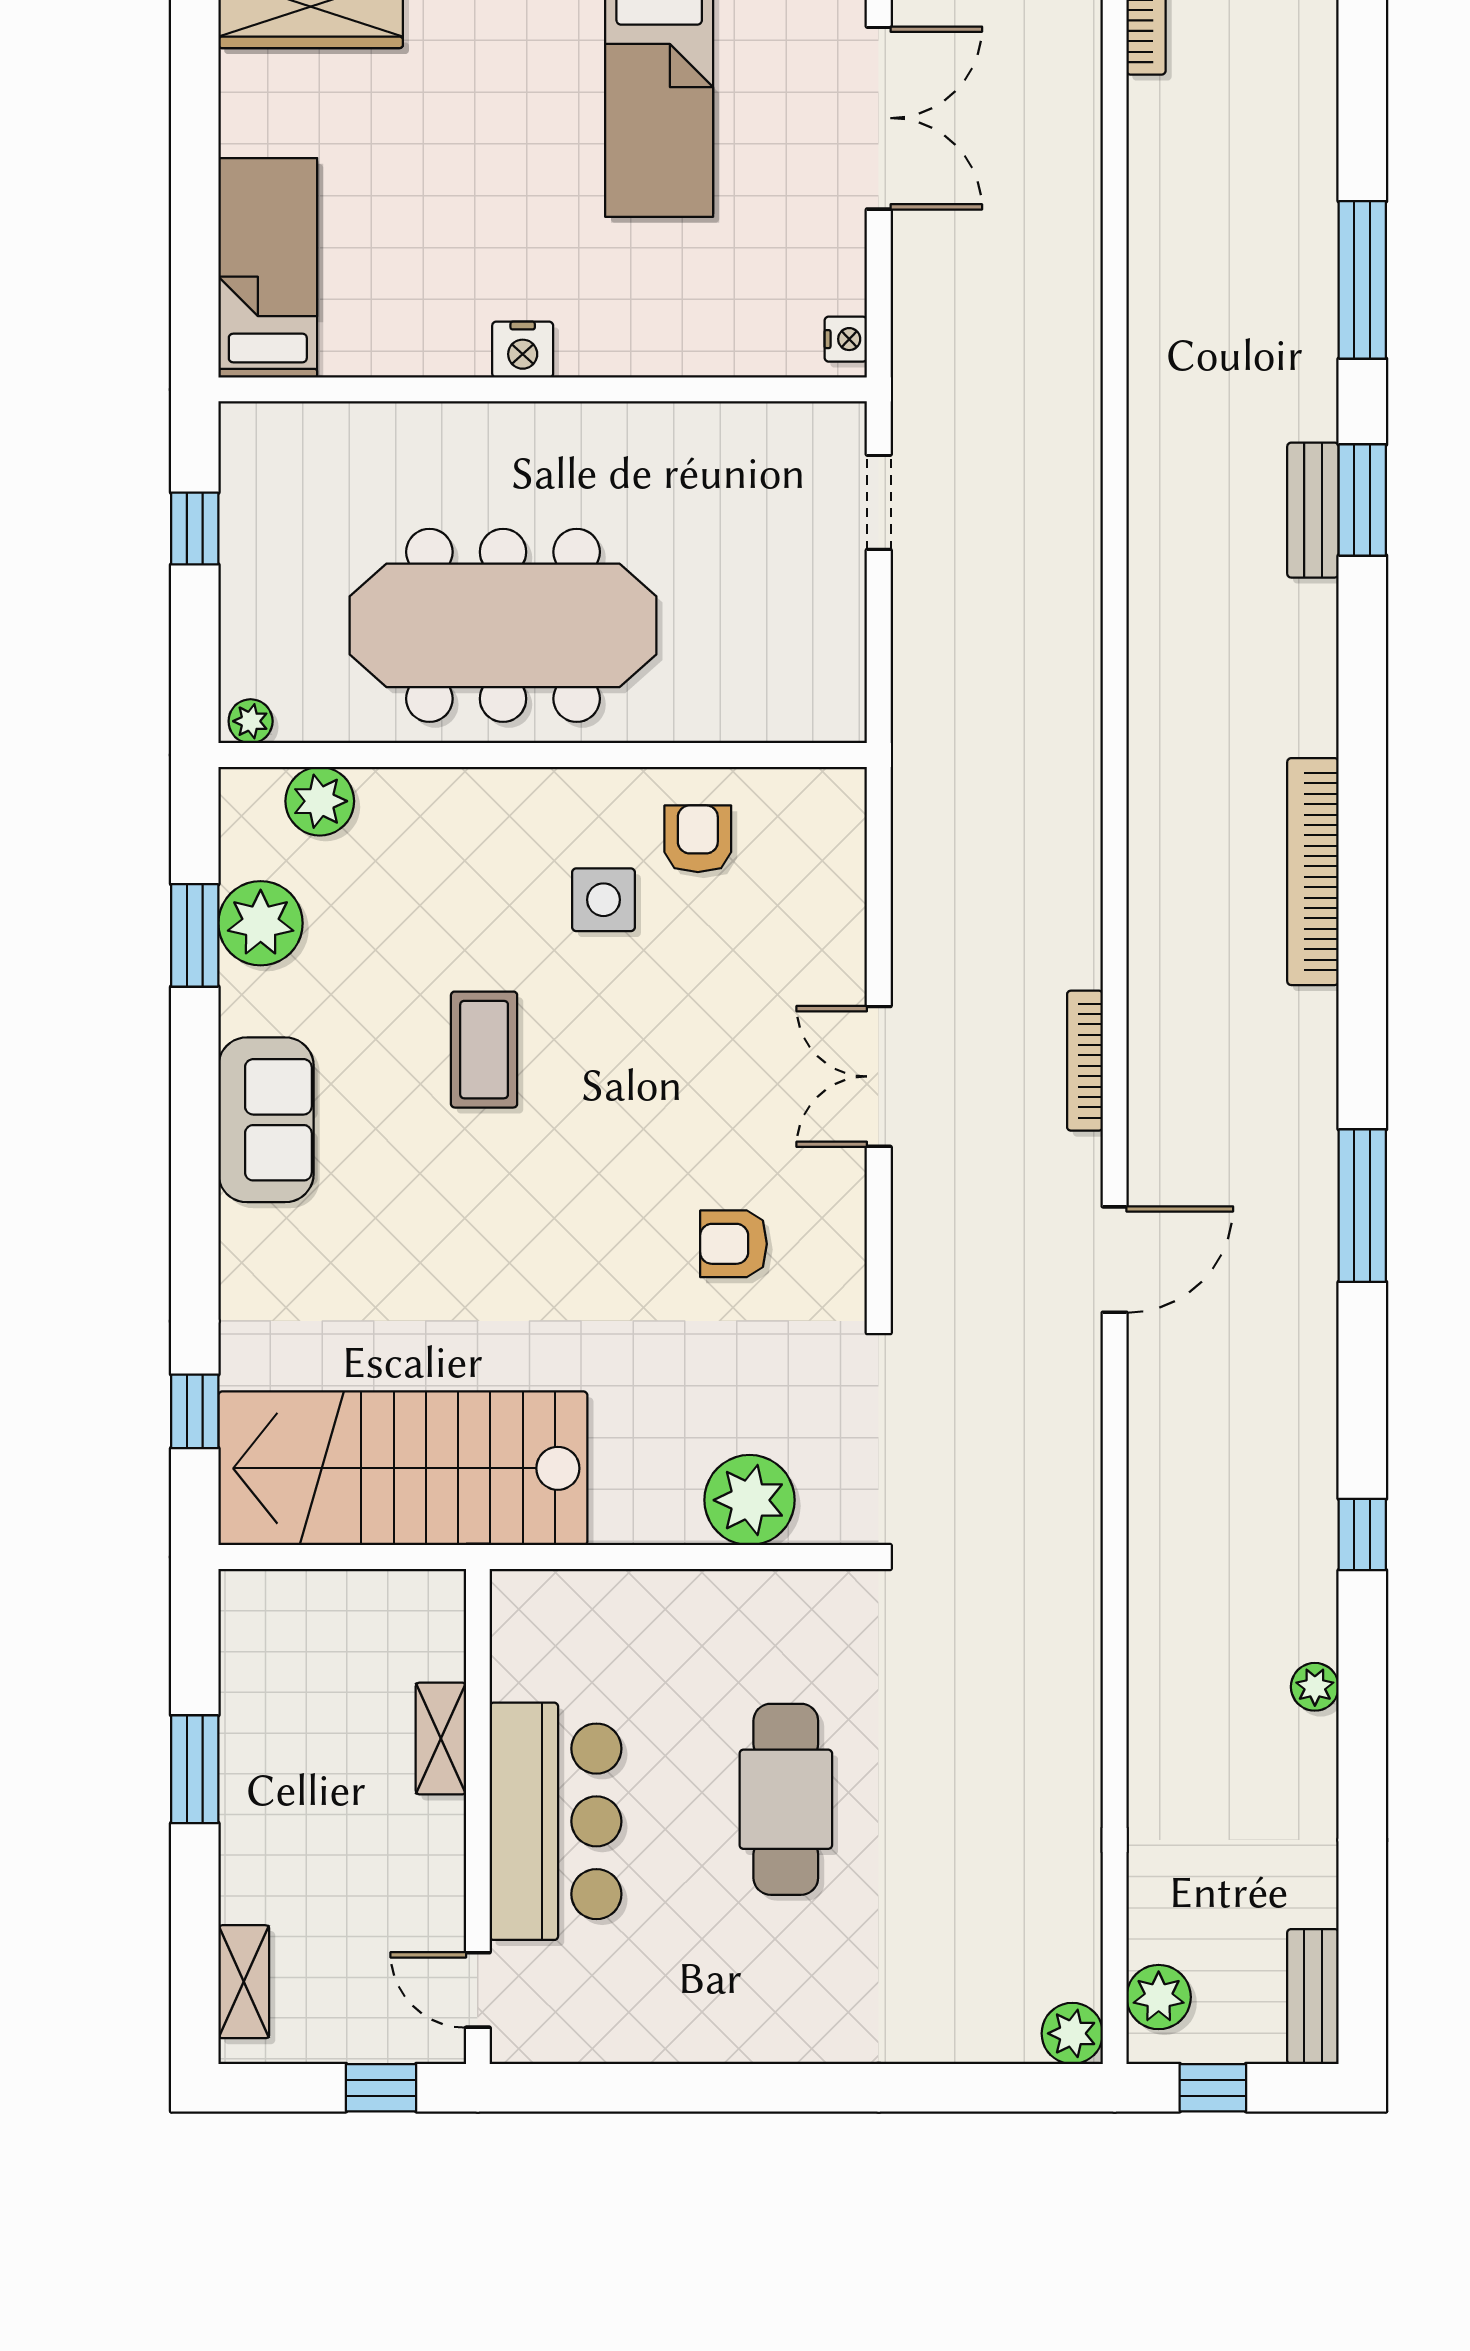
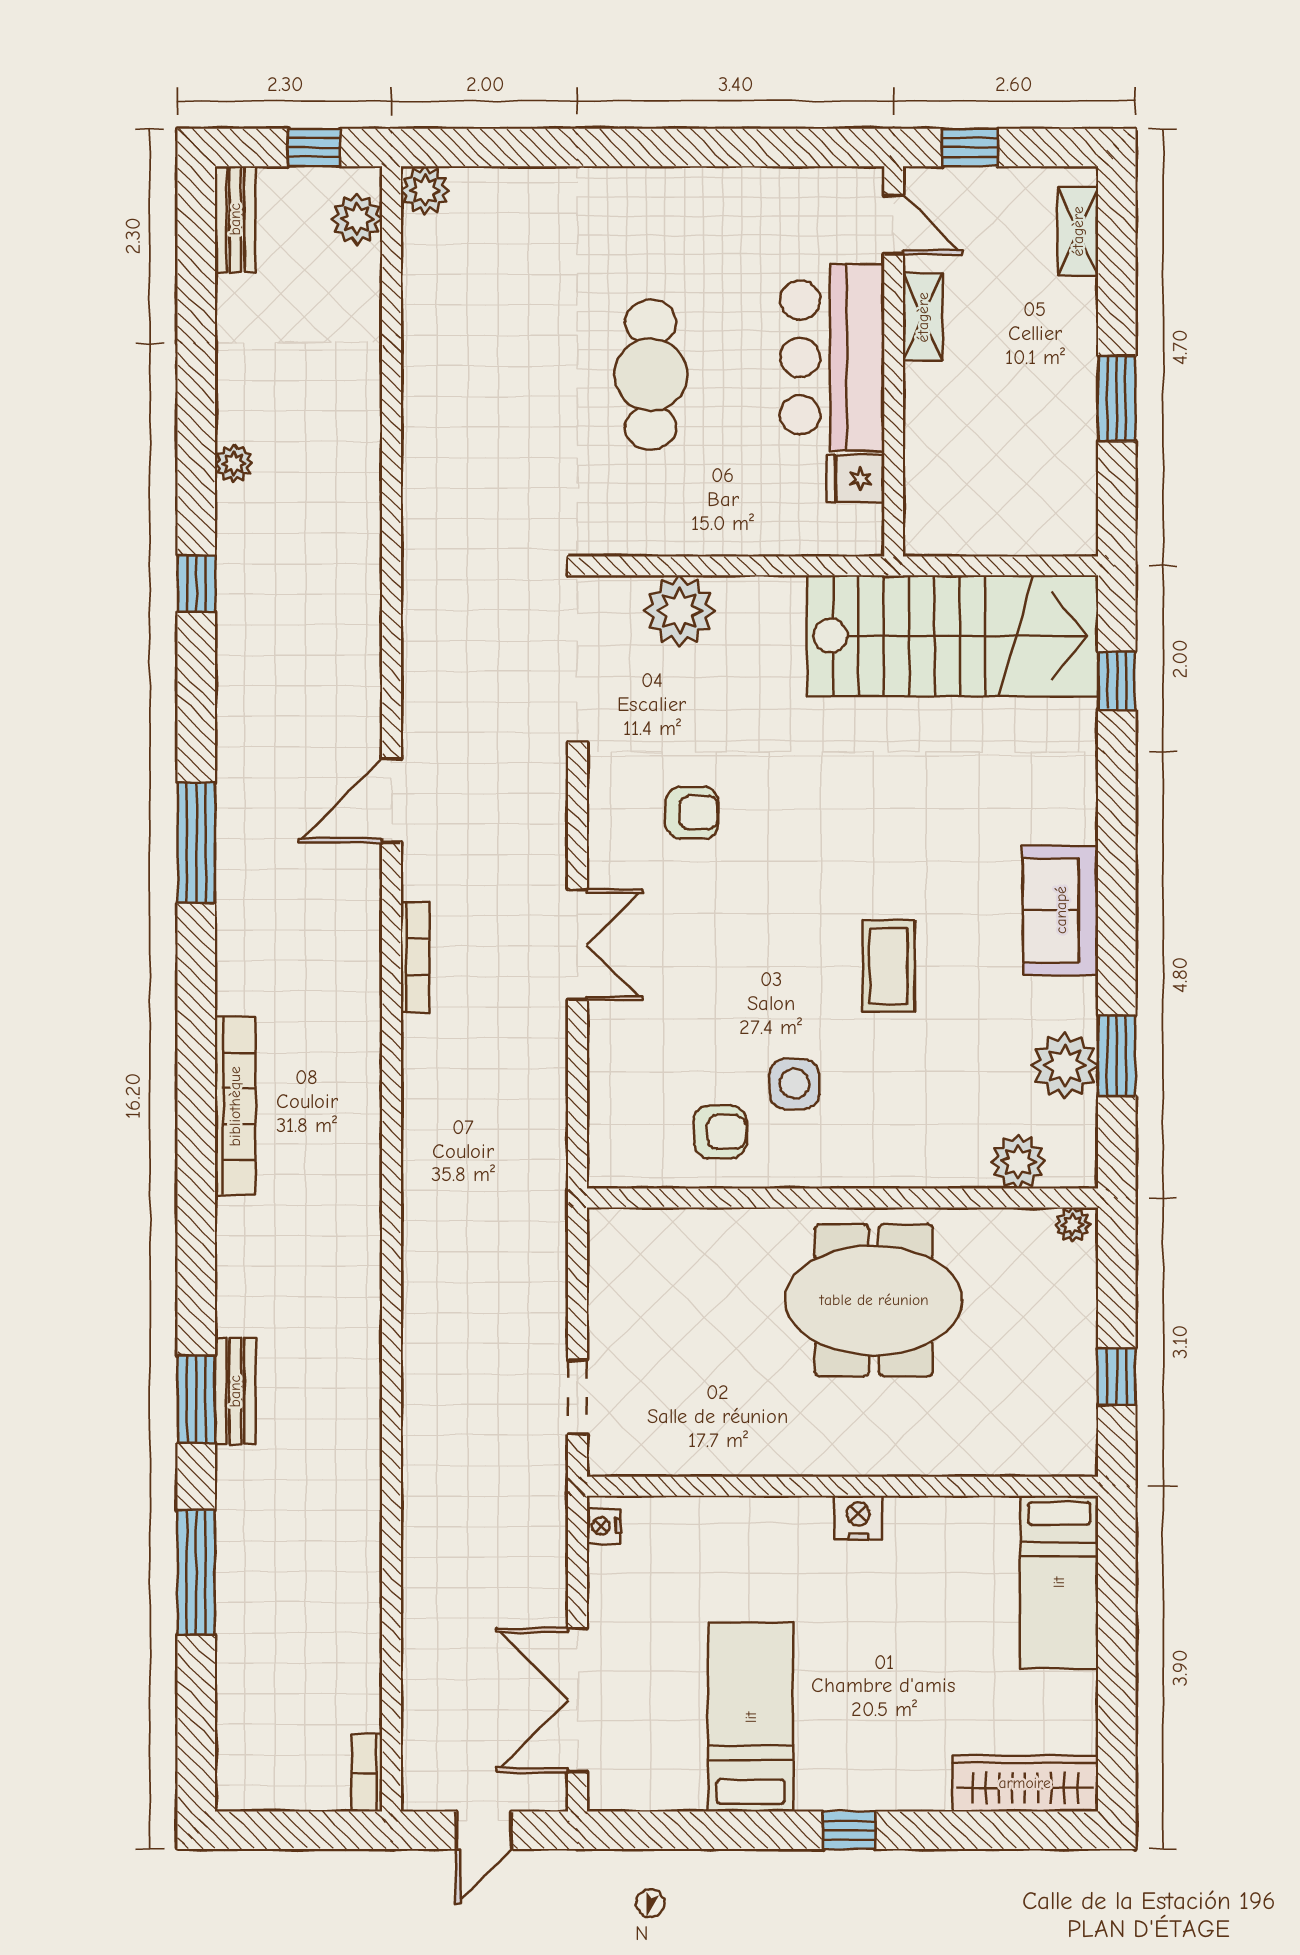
meeting table: (503, 625) -> (874, 1300), width x0.73
armchair: (698, 839) -> (720, 1132), turned -90
fridge: (526, 1668) -> (856, 479), added
shelving: (441, 1738) -> (923, 317), moved

